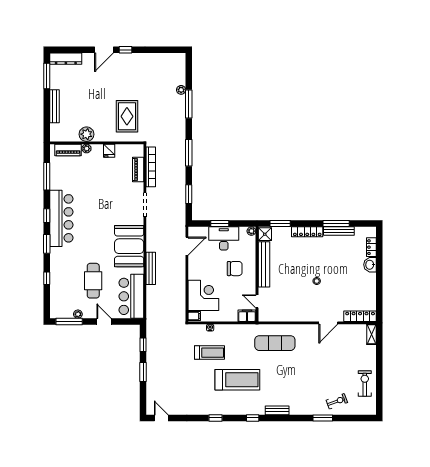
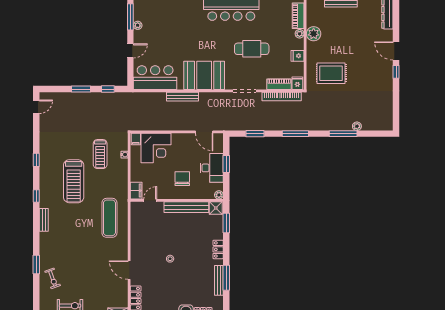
fridge: (137, 151) -> (297, 83), added
locker: (307, 232) -> (218, 249), width x0.66
chair: (235, 269) -> (182, 179), turned 180
cafe table: (93, 281) -> (252, 49), moved

